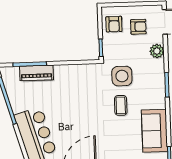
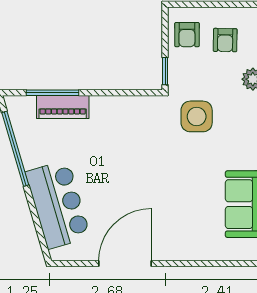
armchair: (138, 27) -> (225, 40), turned 91
coffee table: (121, 105) -> (193, 162), removed

